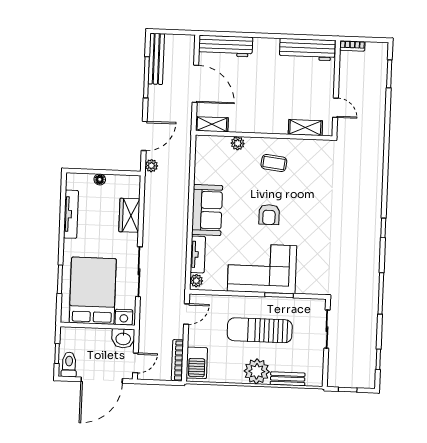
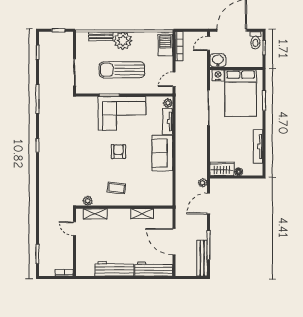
workbench: (307, 49) -> (114, 269), moved
shelving: (212, 124) -> (142, 214), moved
plant: (238, 143) -> (88, 201), moved
wardrobe: (129, 215) -> (222, 169), moved, turned -90
sun lounger: (260, 330) -> (122, 70), turned 180

